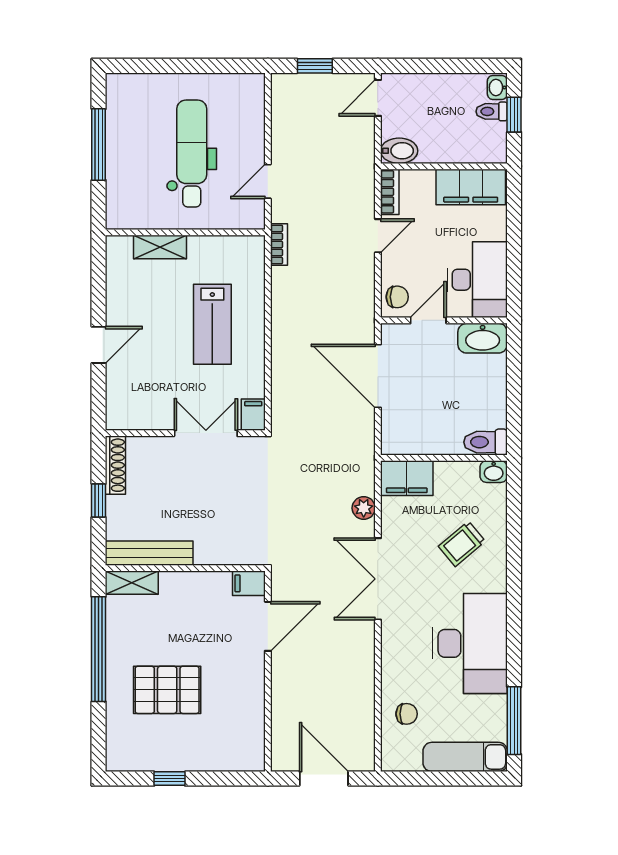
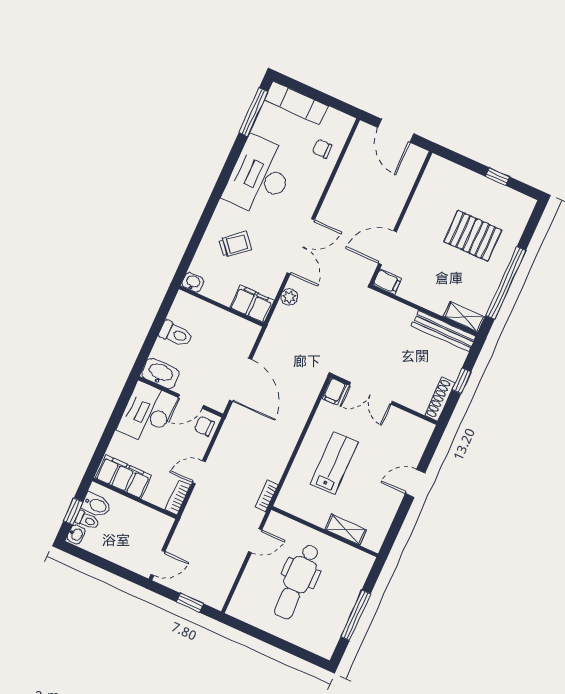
bidet: (399, 151) -> (96, 505), moved, turned 180
toilet: (486, 442) -> (176, 334), moved

